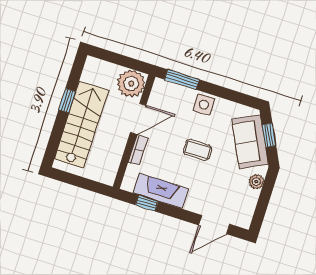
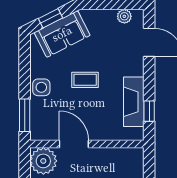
bookcase: (138, 150) -> (103, 135), removed
coffee table: (198, 150) -> (85, 80), turned 90
plant: (256, 182) -> (124, 16), moved

